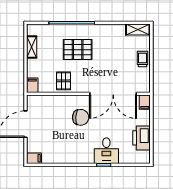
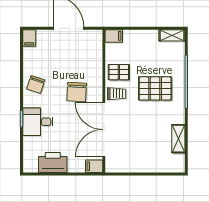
shelving: (138, 29) -> (178, 139), moved
shelving: (32, 47) -> (172, 35), moved
pallet: (78, 50) -> (155, 88), turned 90
trolley: (142, 59) -> (117, 94), moved
chair: (74, 153) -> (36, 84), added

